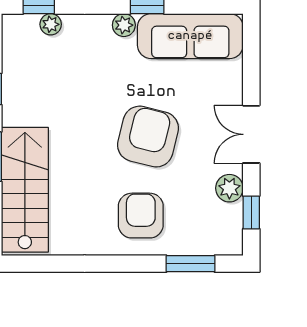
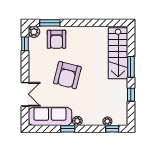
double door: (251, 134) -> (25, 94), moved
plant: (229, 188) -> (34, 32), moved
armchair: (141, 216) -> (56, 39), moved

